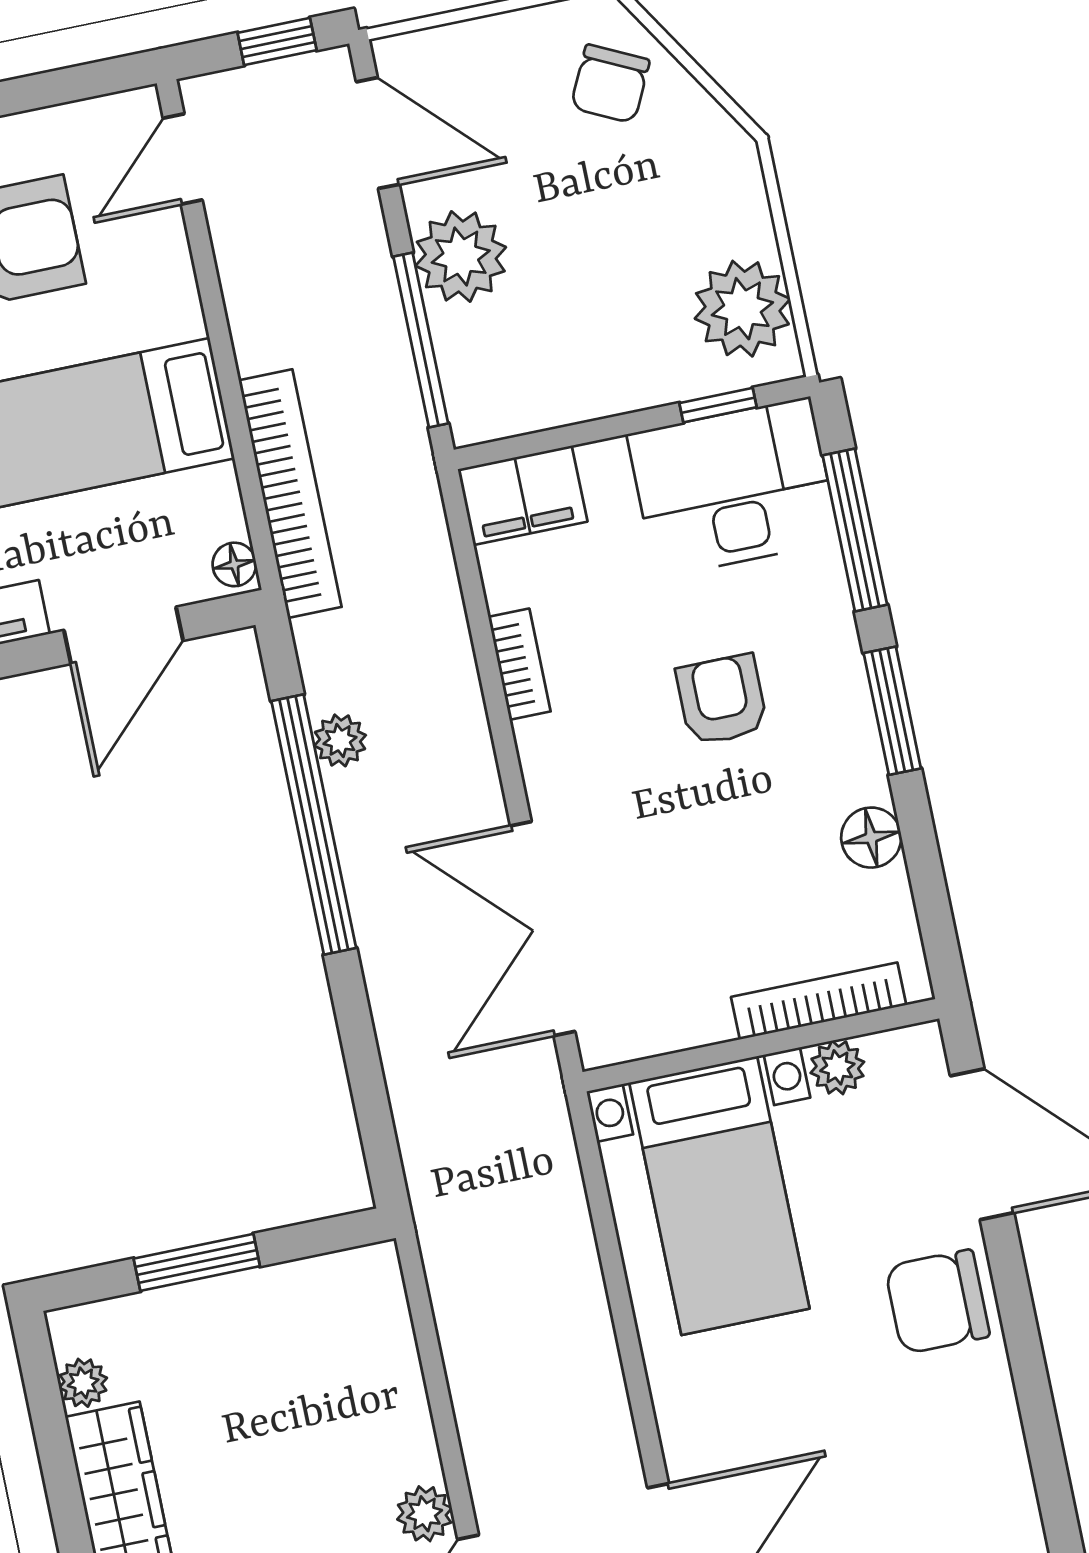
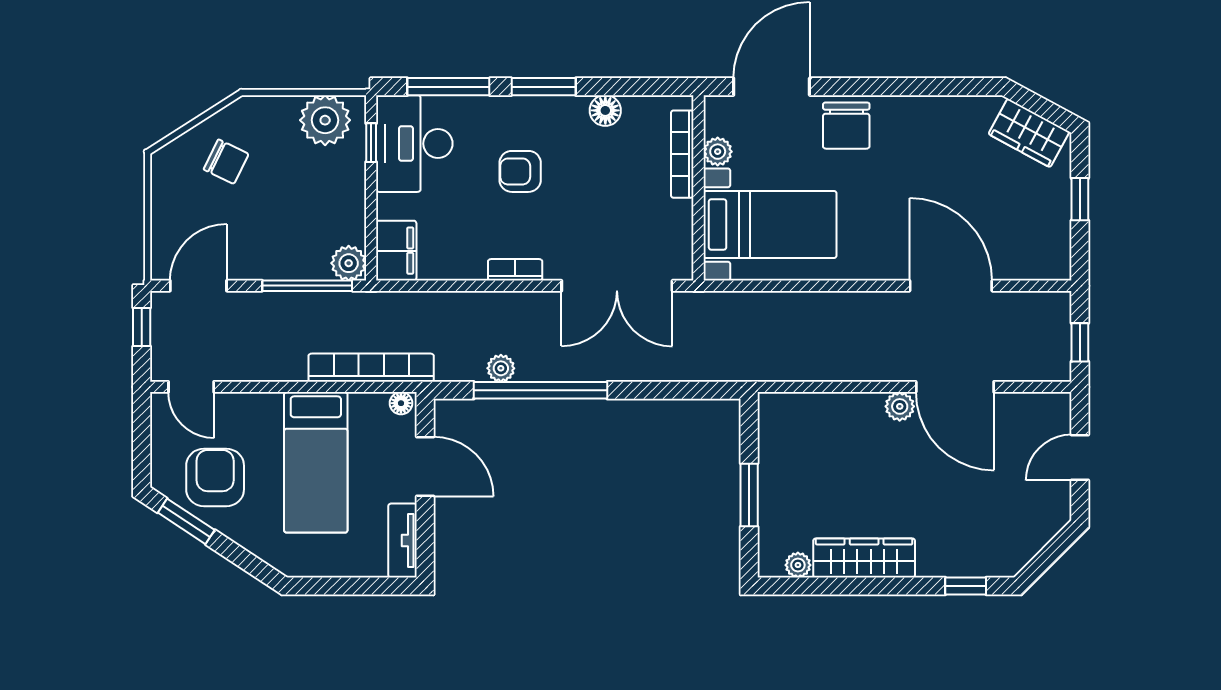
chair: (610, 84) -> (226, 162), moved
plant: (461, 257) -> (349, 263), moved, width x0.73, depth x0.73
bookcase: (519, 664) -> (515, 270), moved

